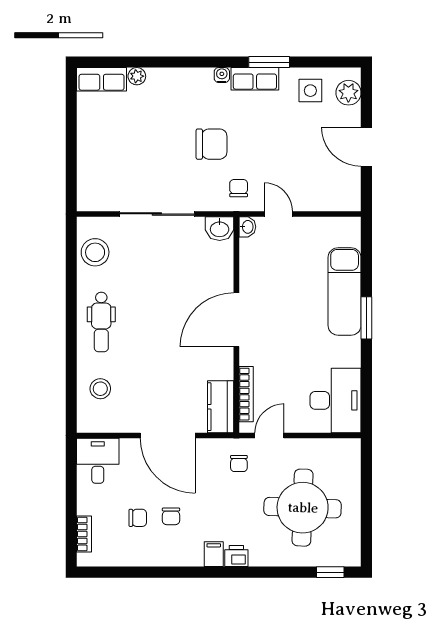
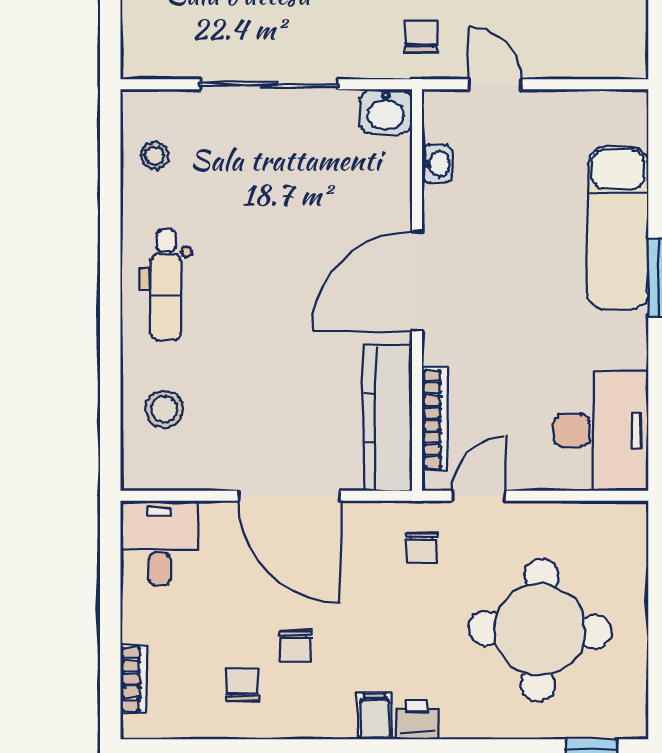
washbasin: (247, 227) -> (437, 164), moved
stool: (95, 252) -> (155, 156), width x0.53, depth x0.53
kitchen counter: (221, 407) -> (388, 418), width x1.50
chair: (138, 518) -> (242, 685), moved, turned -90

